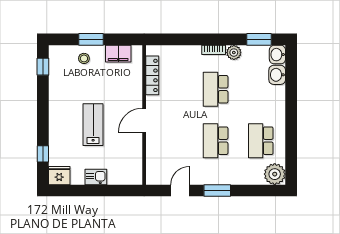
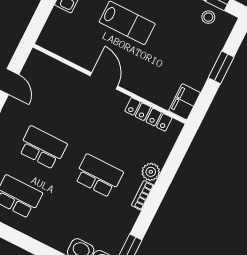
plant: (234, 53) -> (151, 172), moved
filing cabinet: (118, 54) -> (185, 102), moved
stool: (84, 58) -> (208, 17), moved

